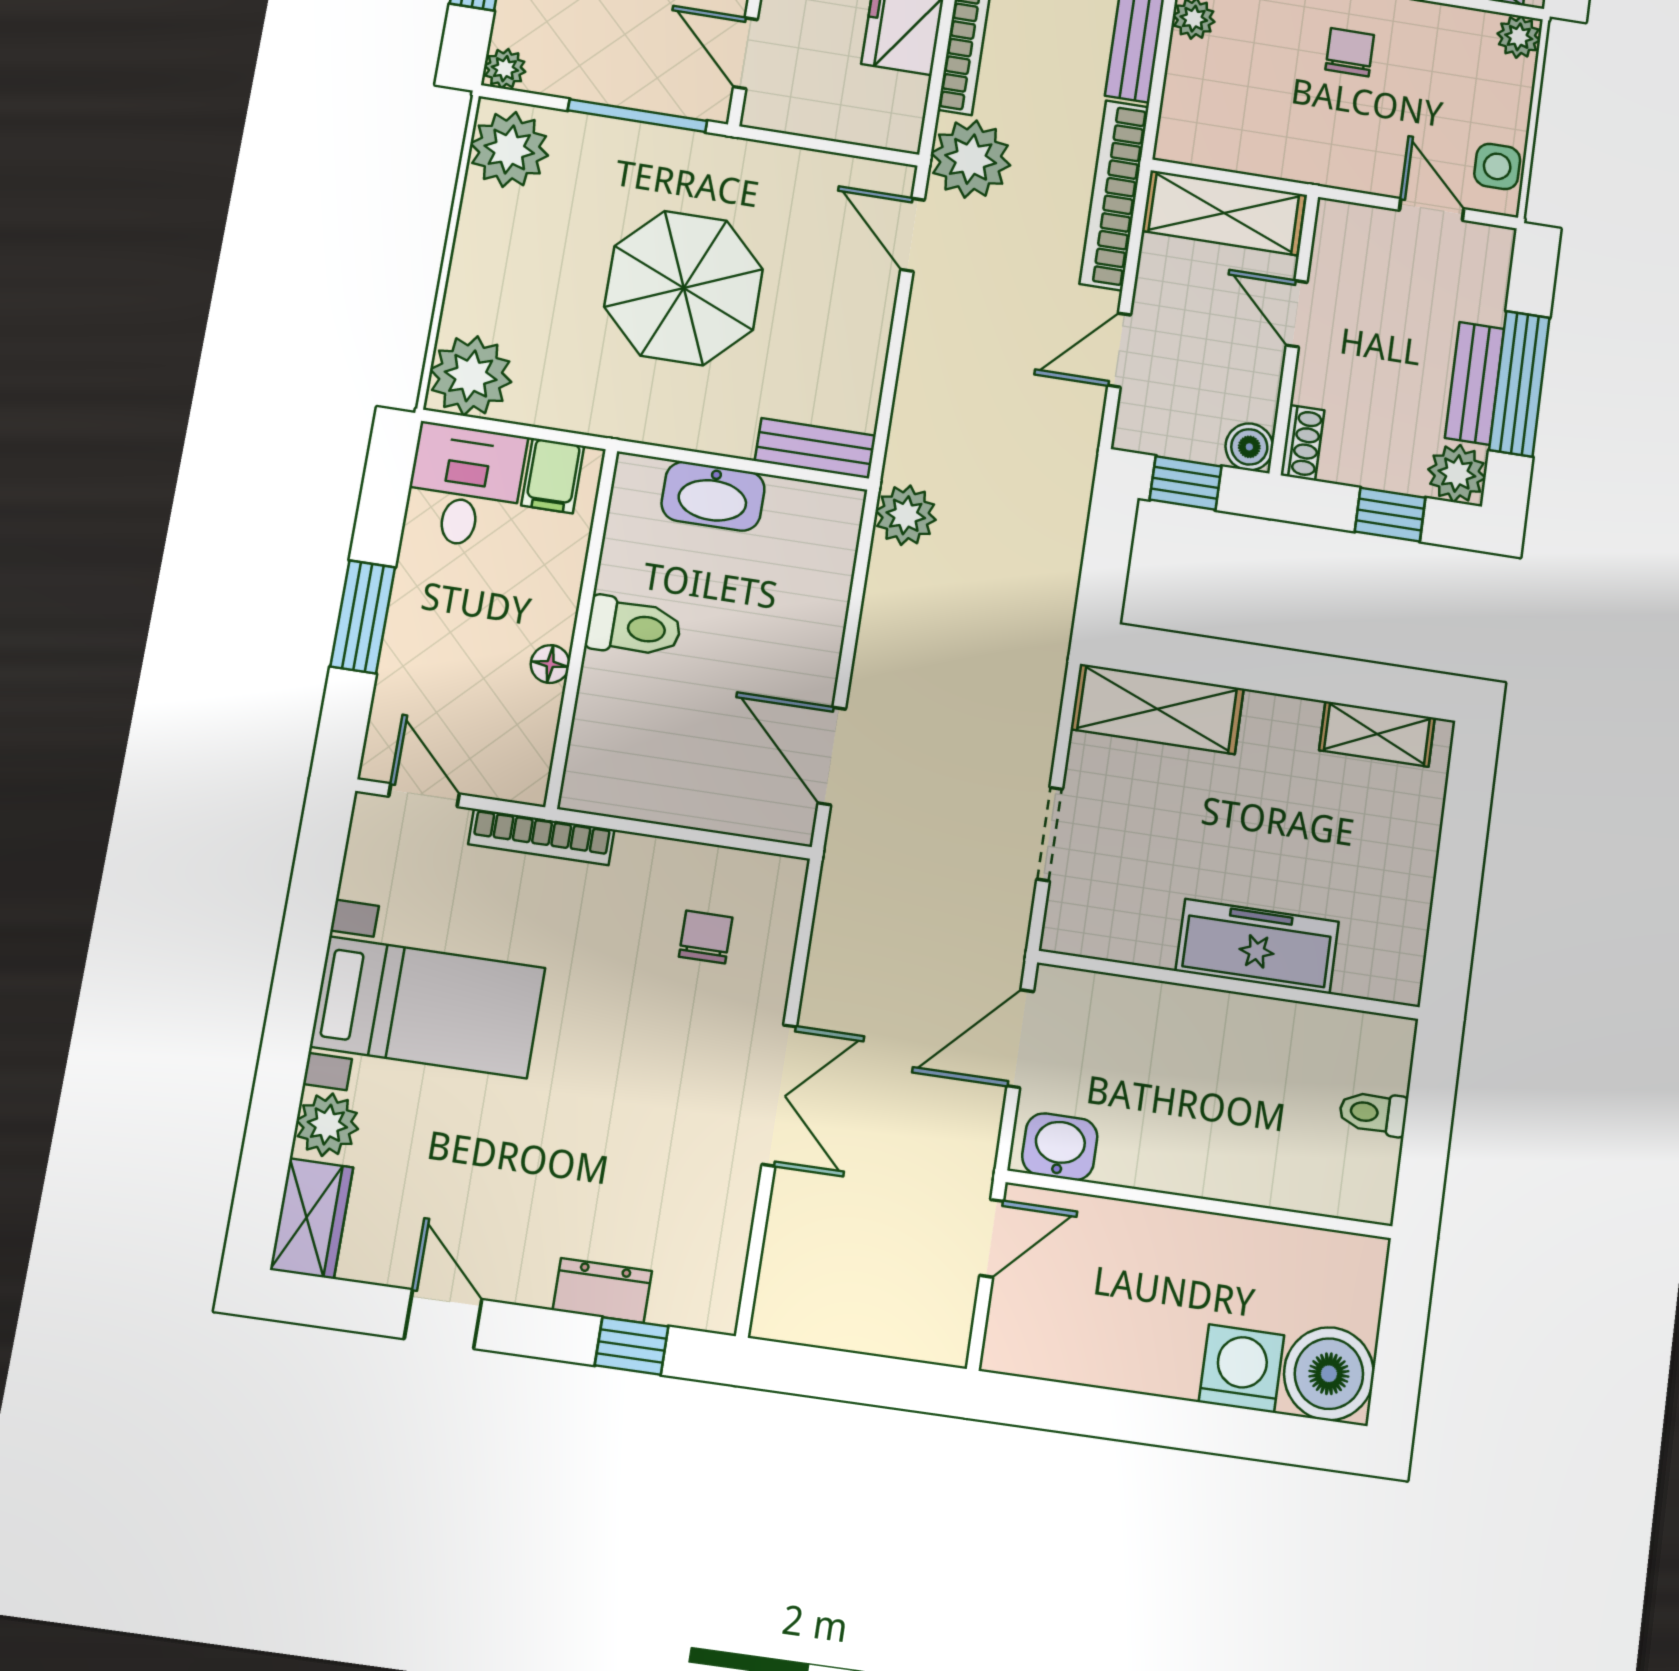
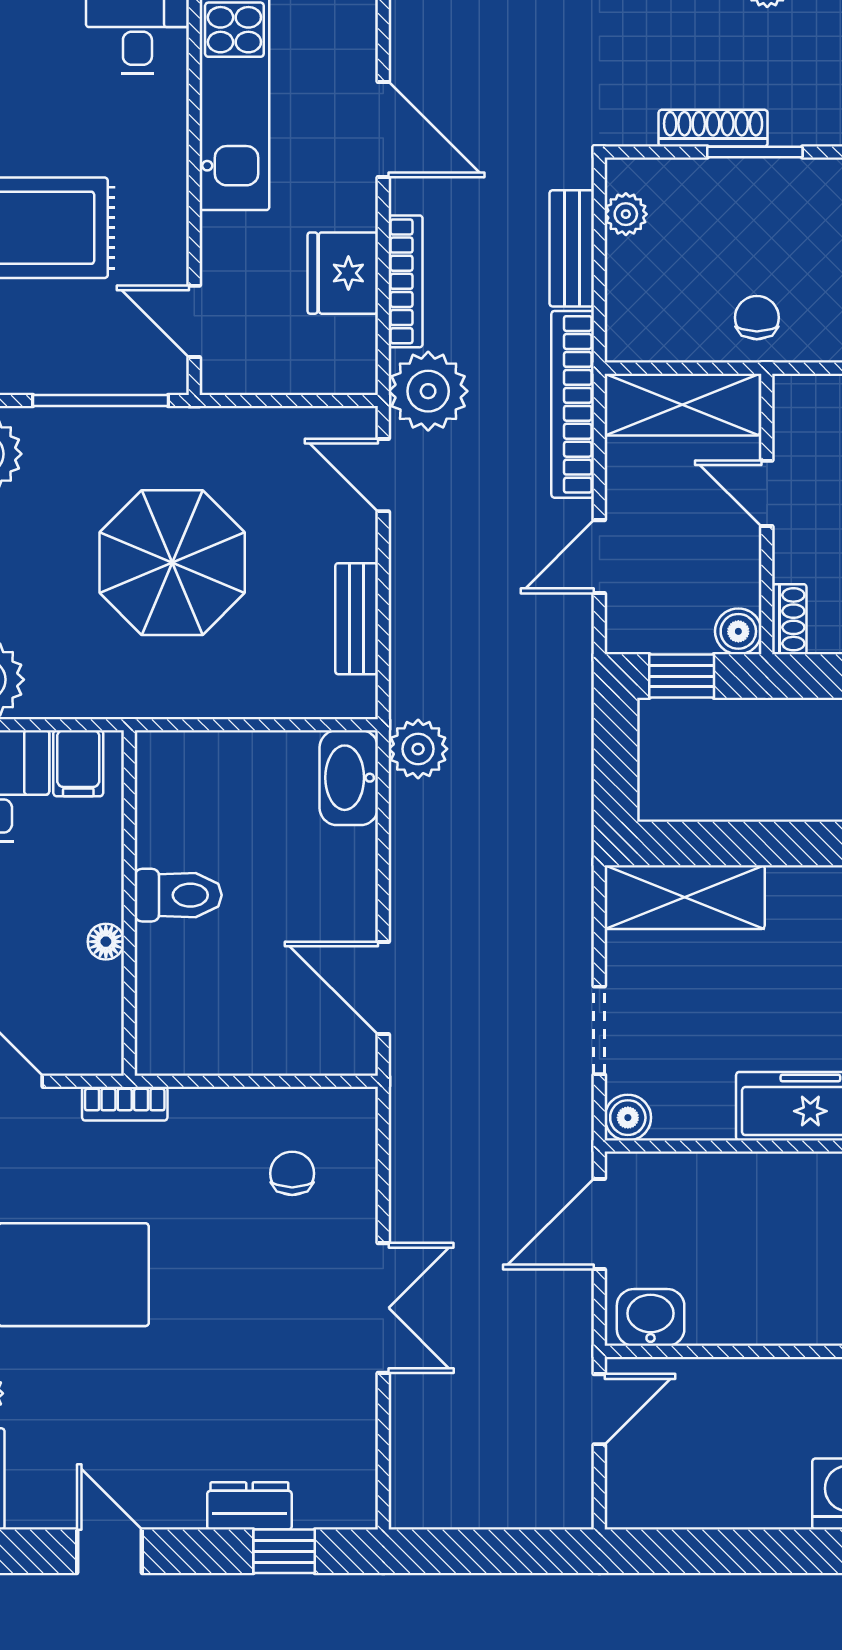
chair: (1350, 52) -> (757, 318), moved
bench: (815, 448) -> (357, 619), moved, turned 90
washbasin: (713, 496) -> (349, 778), moved, turned 90
bookcase: (541, 837) -> (125, 1104), width x0.64
boiler: (1066, 930) -> (628, 1118), added

